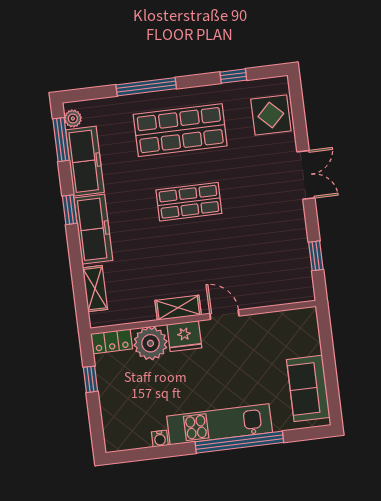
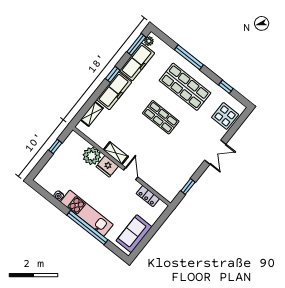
locker: (112, 341) -> (148, 196), moved

